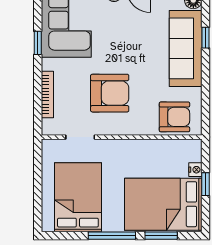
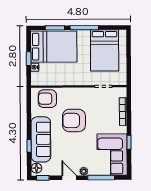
armchair: (110, 93) -> (74, 120), moved

